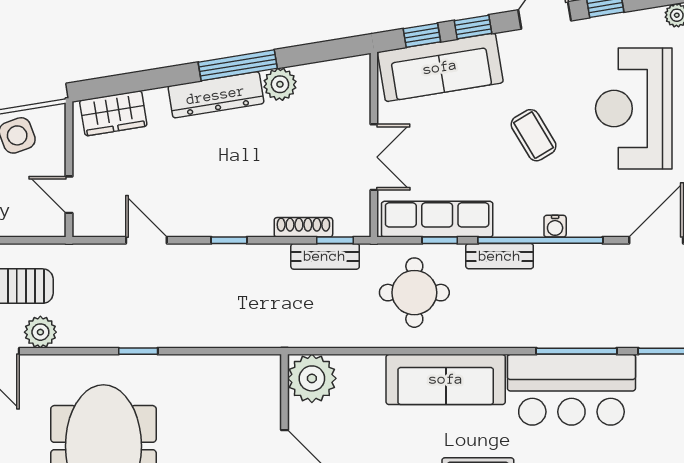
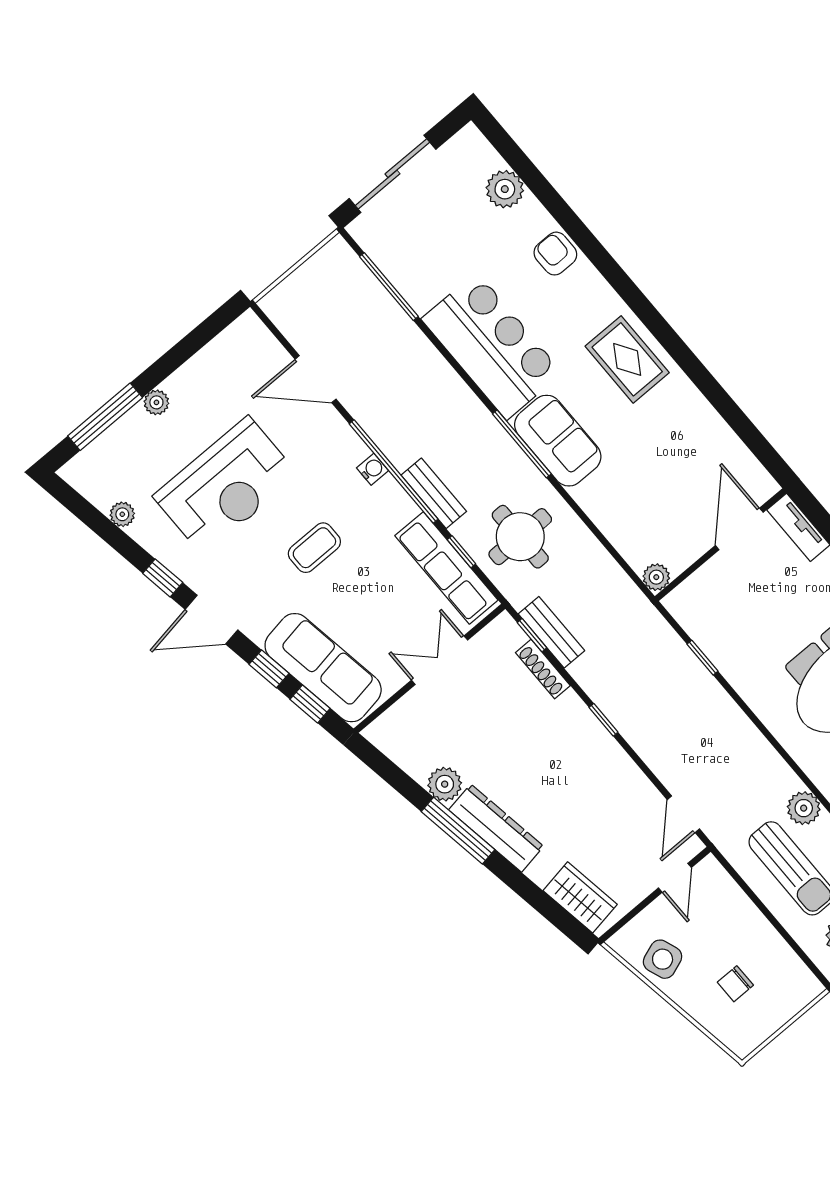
coffee table: (534, 135) -> (314, 548), turned 31
door: (146, 240) -> (683, 814), moved
window: (138, 351) -> (702, 658), moved
window: (577, 351) -> (522, 444), moved
plant: (312, 378) -> (656, 577), width x0.53, depth x0.53
sofa: (446, 379) -> (558, 441), width x0.73

